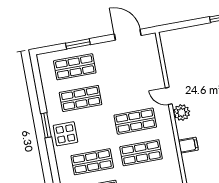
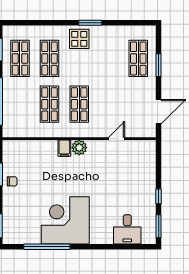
door: (169, 96) -> (117, 139), moved
shop shelf: (81, 98) -> (109, 58), removed
filing cabinet: (188, 145) -> (64, 148), moved

